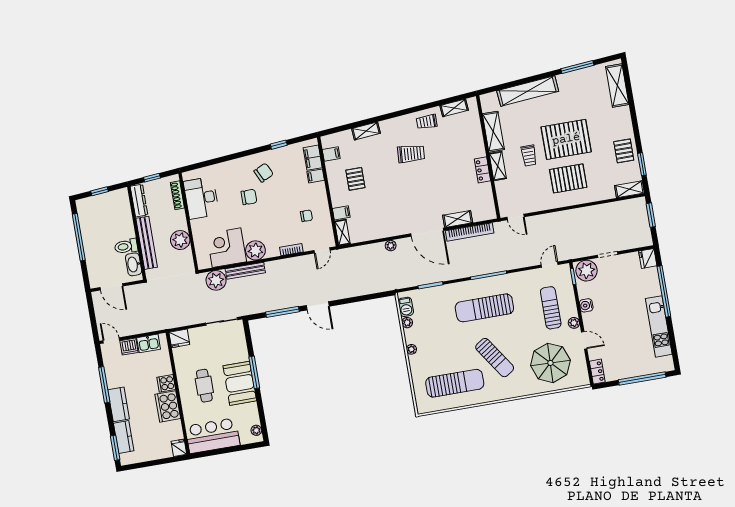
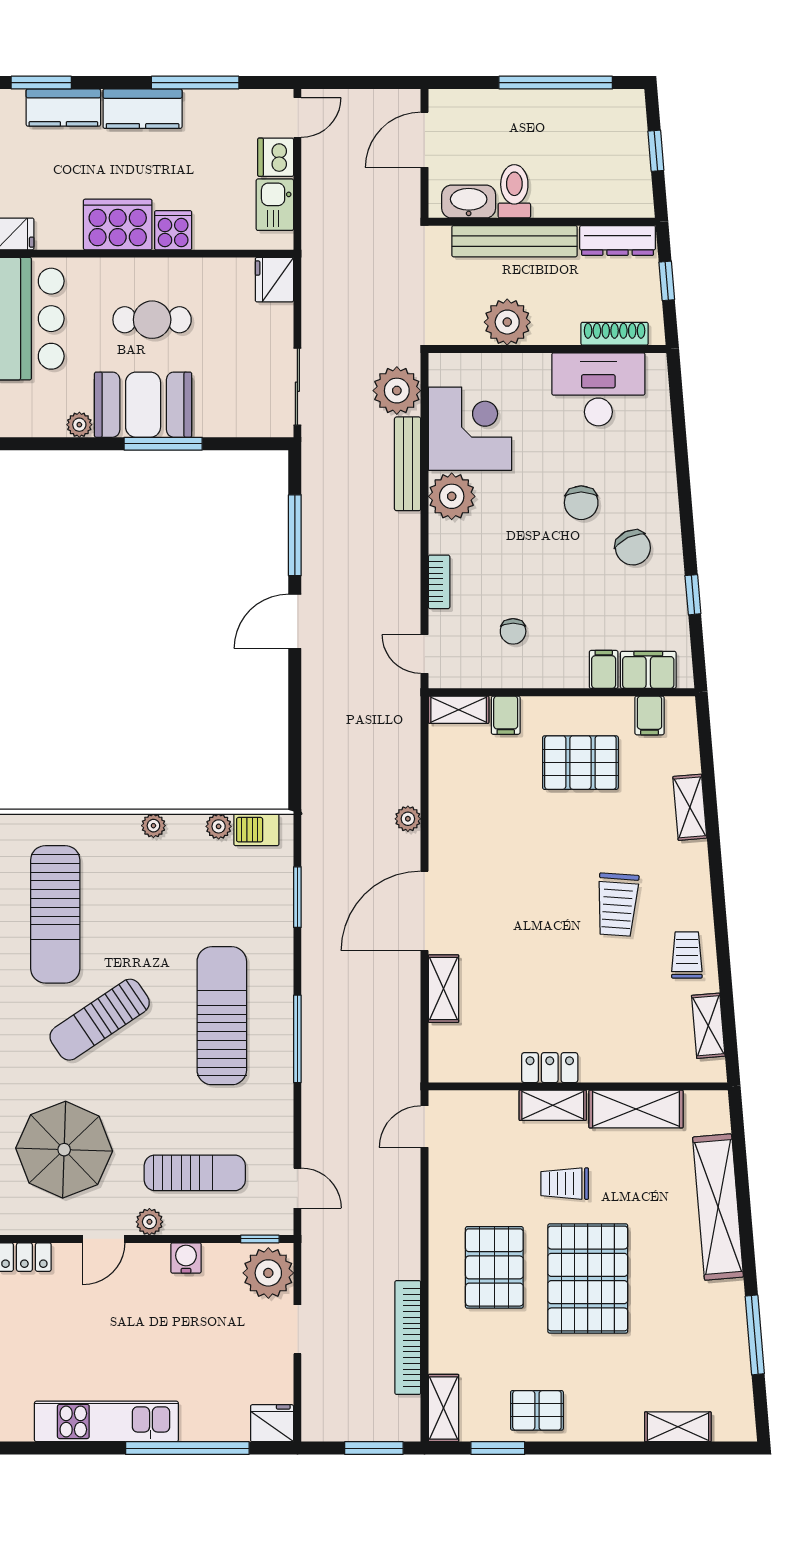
shelving: (617, 86) -> (678, 1427), width x0.67, depth x0.75
pallet: (355, 179) -> (580, 763), width x1.50, depth x1.42
bookcase: (470, 232) -> (408, 1338), moved
plant: (256, 430) -> (79, 425), moved

